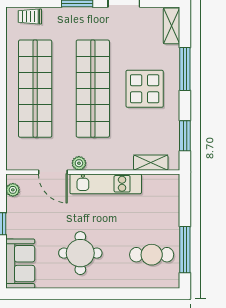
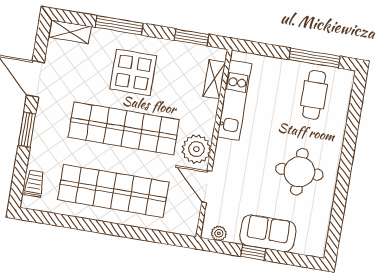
trolley: (30, 17) -> (34, 184), turned 180
plant: (79, 163) -> (196, 149), width x1.87, depth x1.87
door: (53, 172) -> (207, 187), swing flipped
kitchen unit: (106, 184) -> (234, 100), moved
sofa: (20, 264) -> (268, 233), moved

